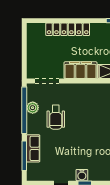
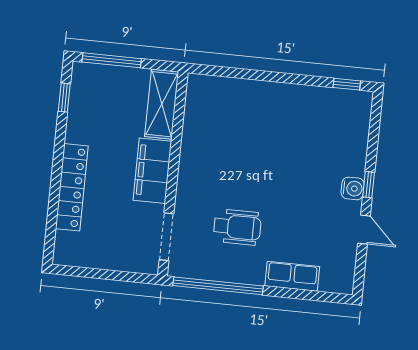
plant: (33, 108) -> (215, 270), removed
window: (24, 156) -> (305, 295), removed

